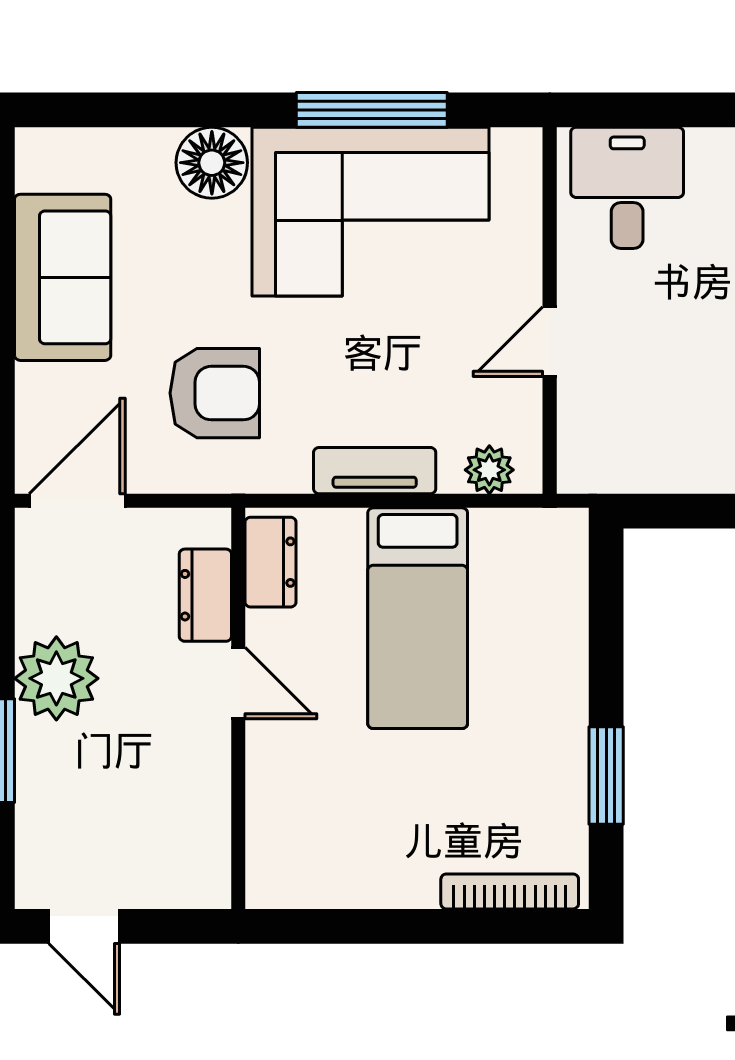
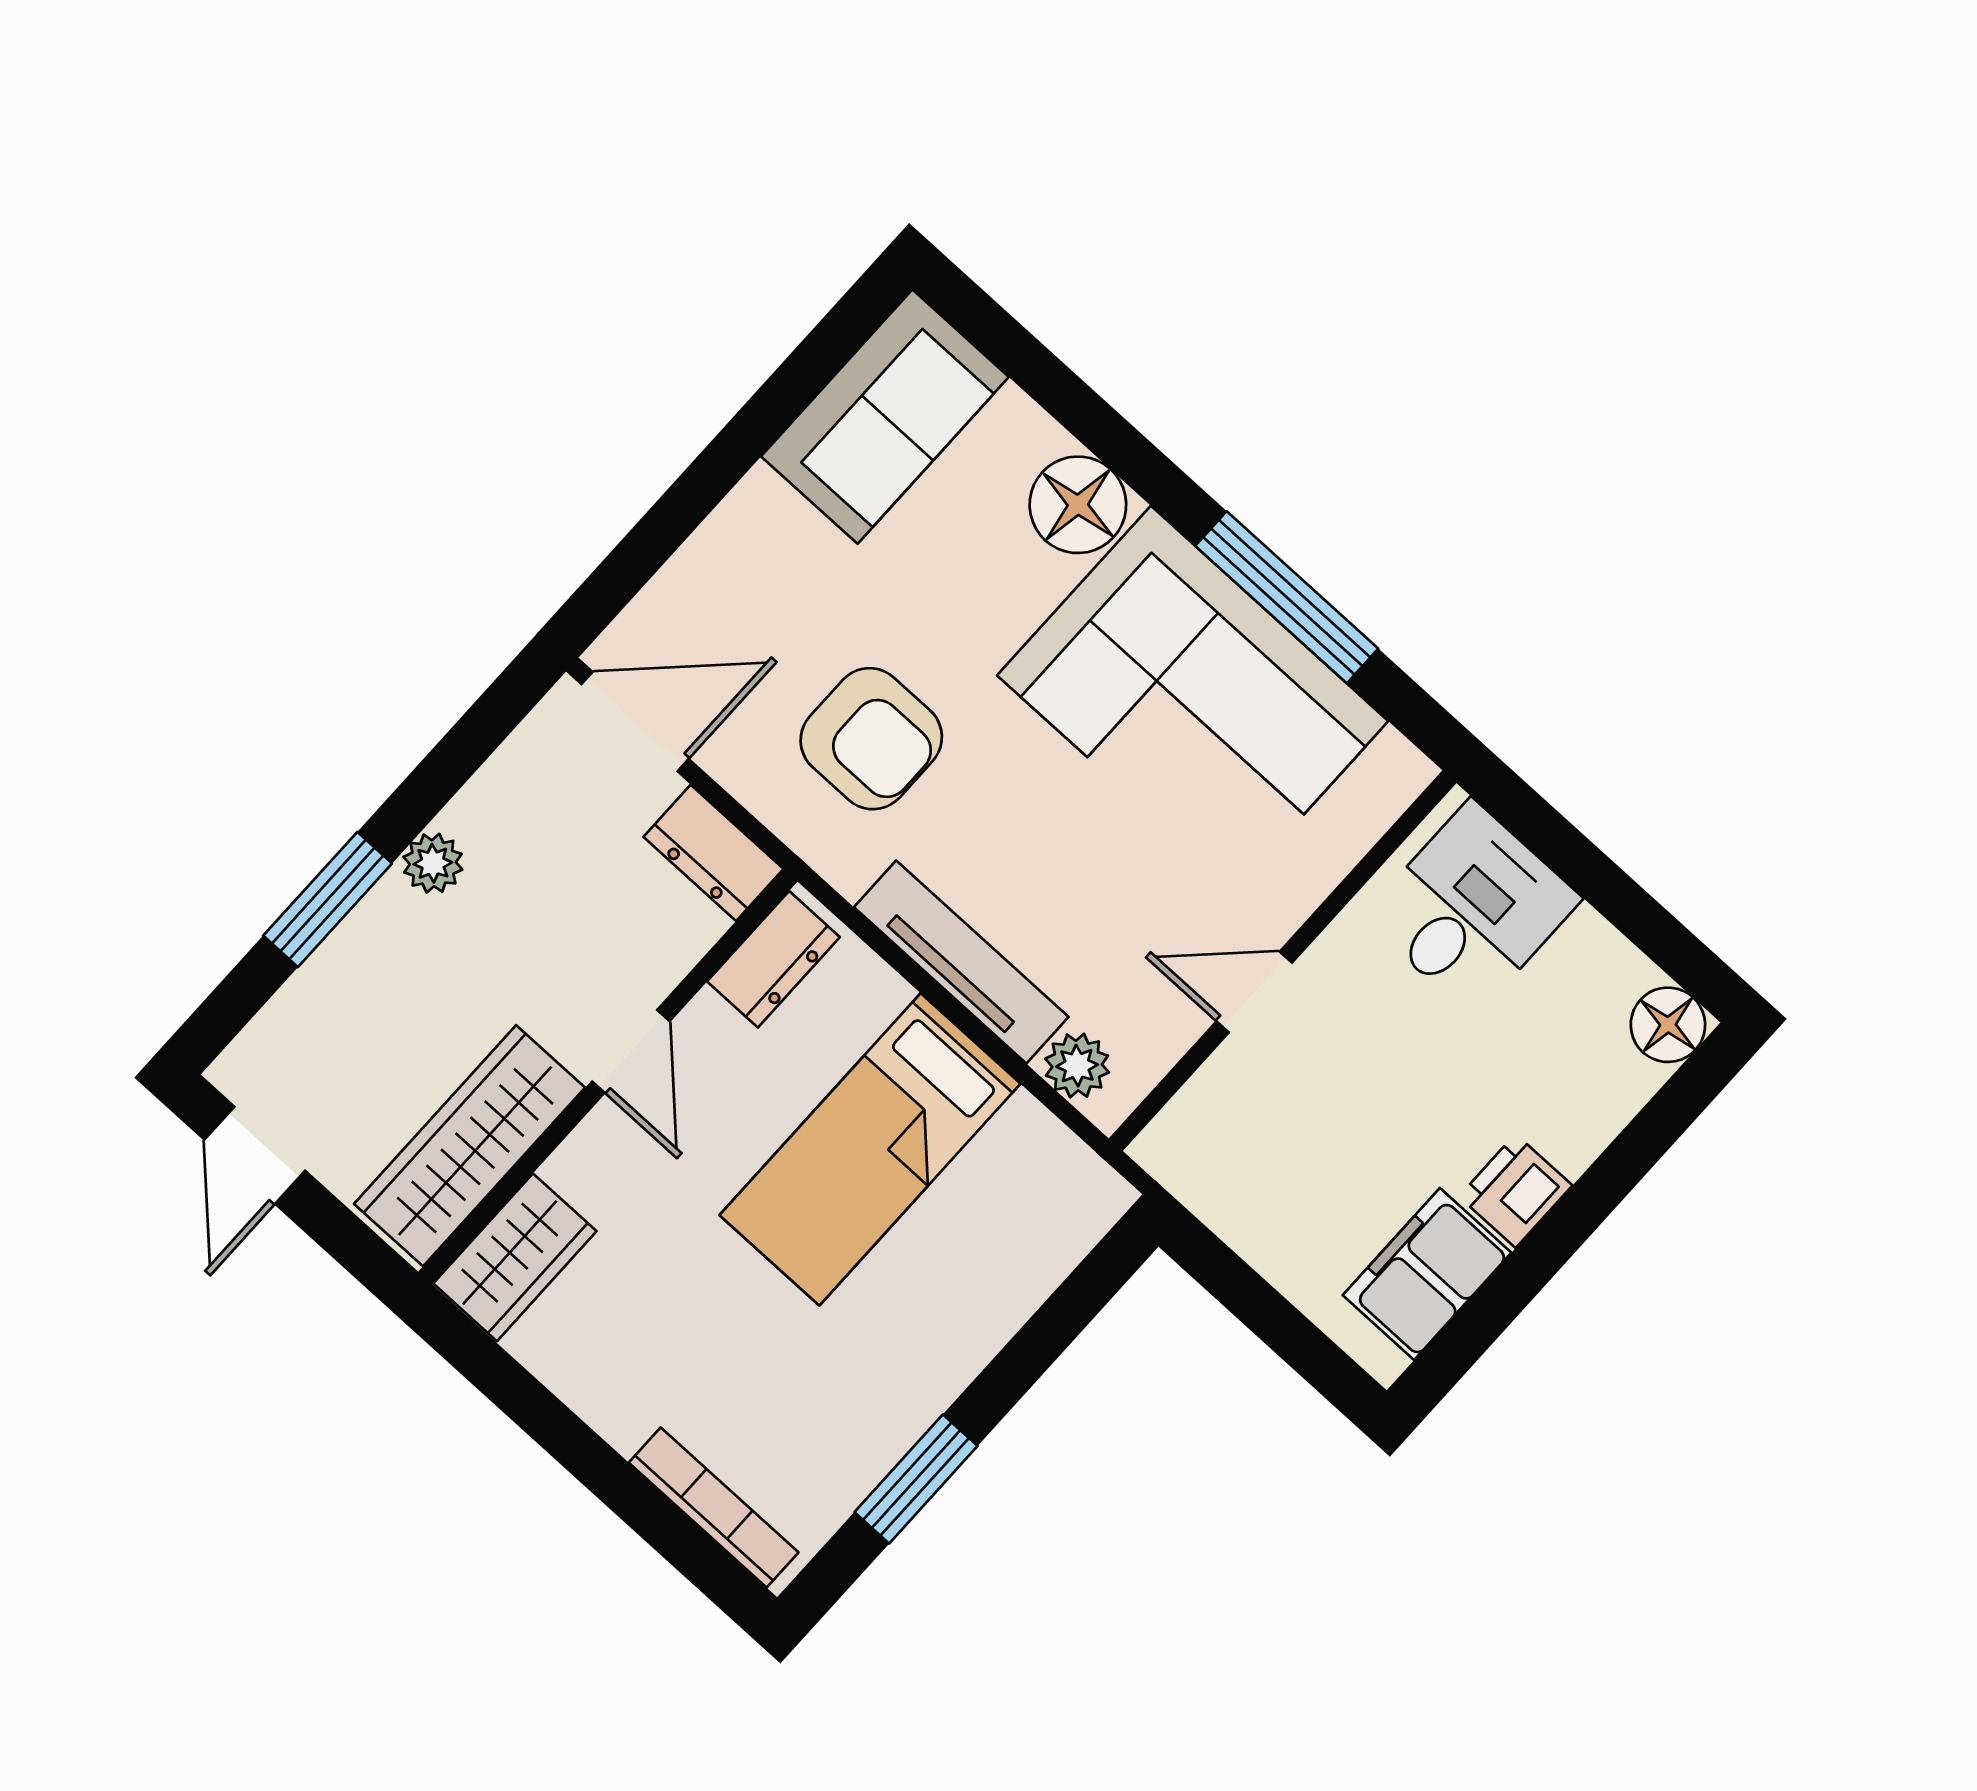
sofa: (63, 277) -> (885, 417), moved
tv unit: (375, 471) -> (961, 962), width x1.41
dresser: (205, 595) -> (713, 853), moved, turned -90
plant: (56, 678) -> (433, 863), width x0.53, depth x0.53
wardrobe: (197, 815) -> (470, 1146), added
wardrobe: (277, 853) -> (515, 1257), added

